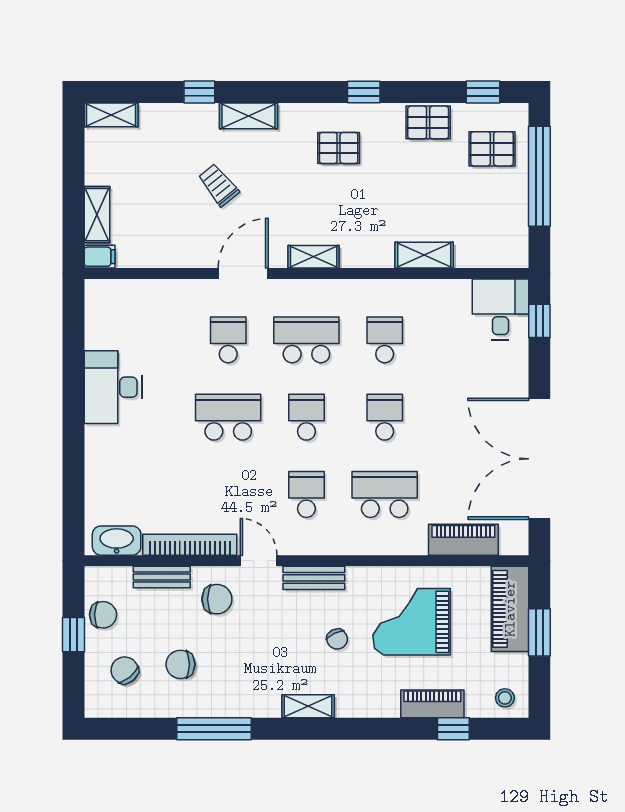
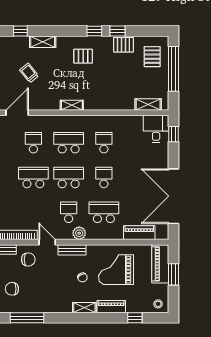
window: (483, 92) -> (117, 31), moved
pallet: (492, 149) -> (152, 57), turned 90
shelving: (424, 255) -> (148, 104), moved
door: (243, 274) -> (17, 113), moved
school desk: (306, 417) -> (69, 177), width x1.85
plant: (330, 541) -> (79, 233), added
piano: (432, 704) -> (111, 307), moved
shelving: (308, 706) -> (84, 308), moved

